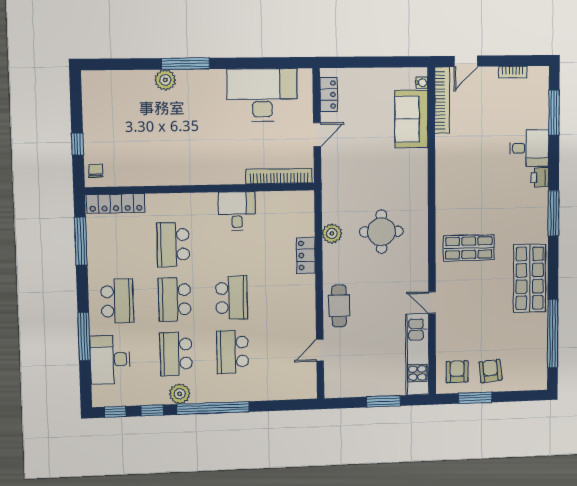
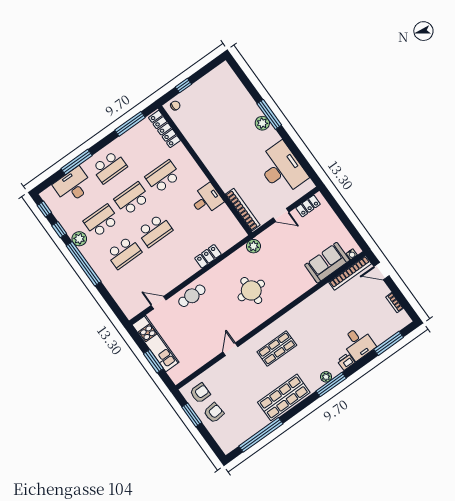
plant: (165, 80) -> (262, 123), moved
plant: (541, 213) -> (326, 377), added
plant: (332, 233) -> (253, 246), moved
shop shelf: (469, 248) -> (277, 348), turned 90
school desk: (233, 352) -> (124, 253), turned 180
kitchen unit: (417, 354) -> (156, 344), moved, turned 90

